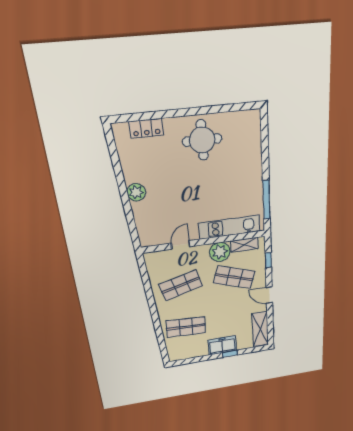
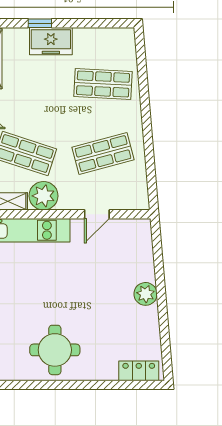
locker: (146, 128) -> (139, 371), moved

